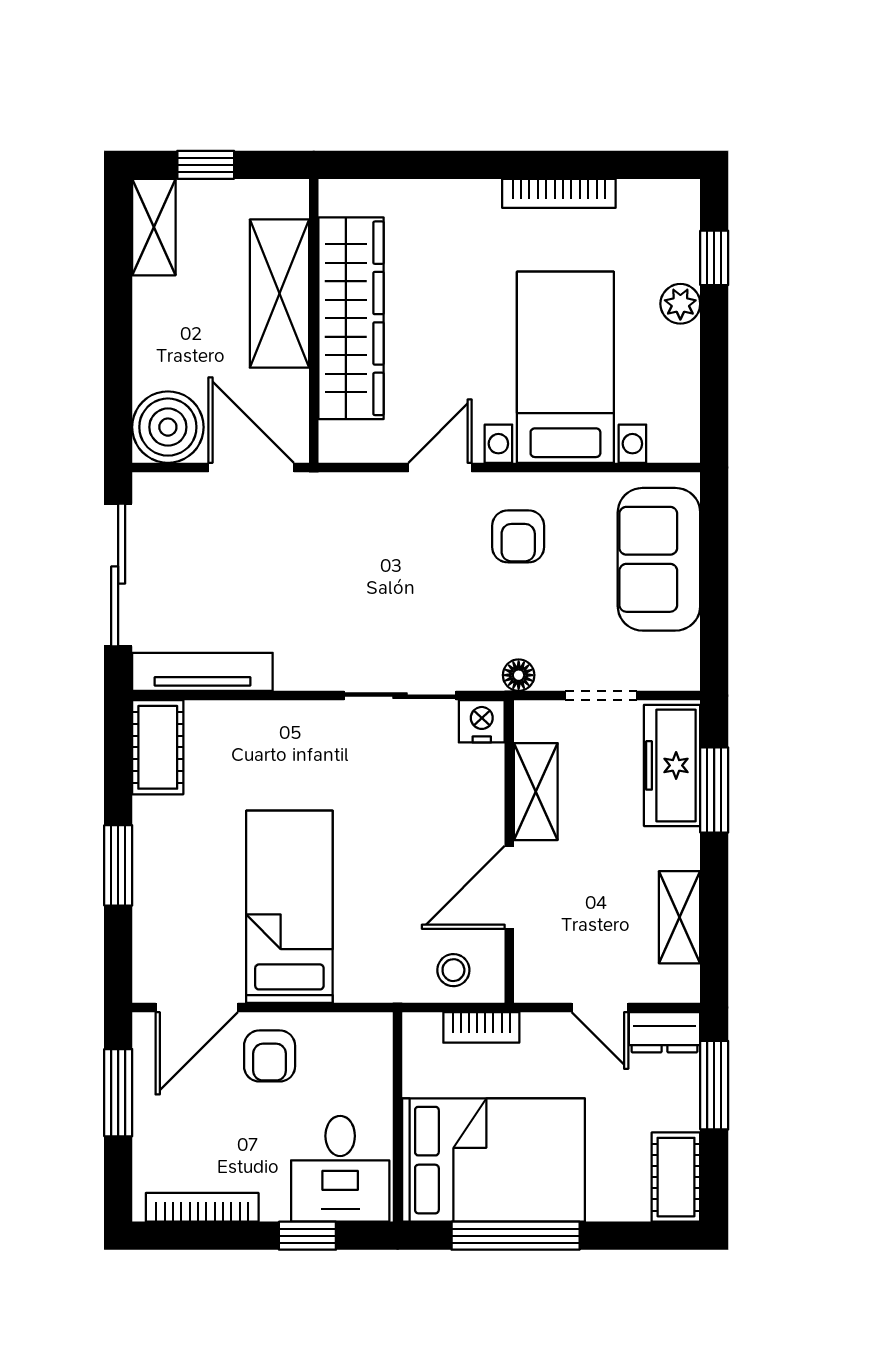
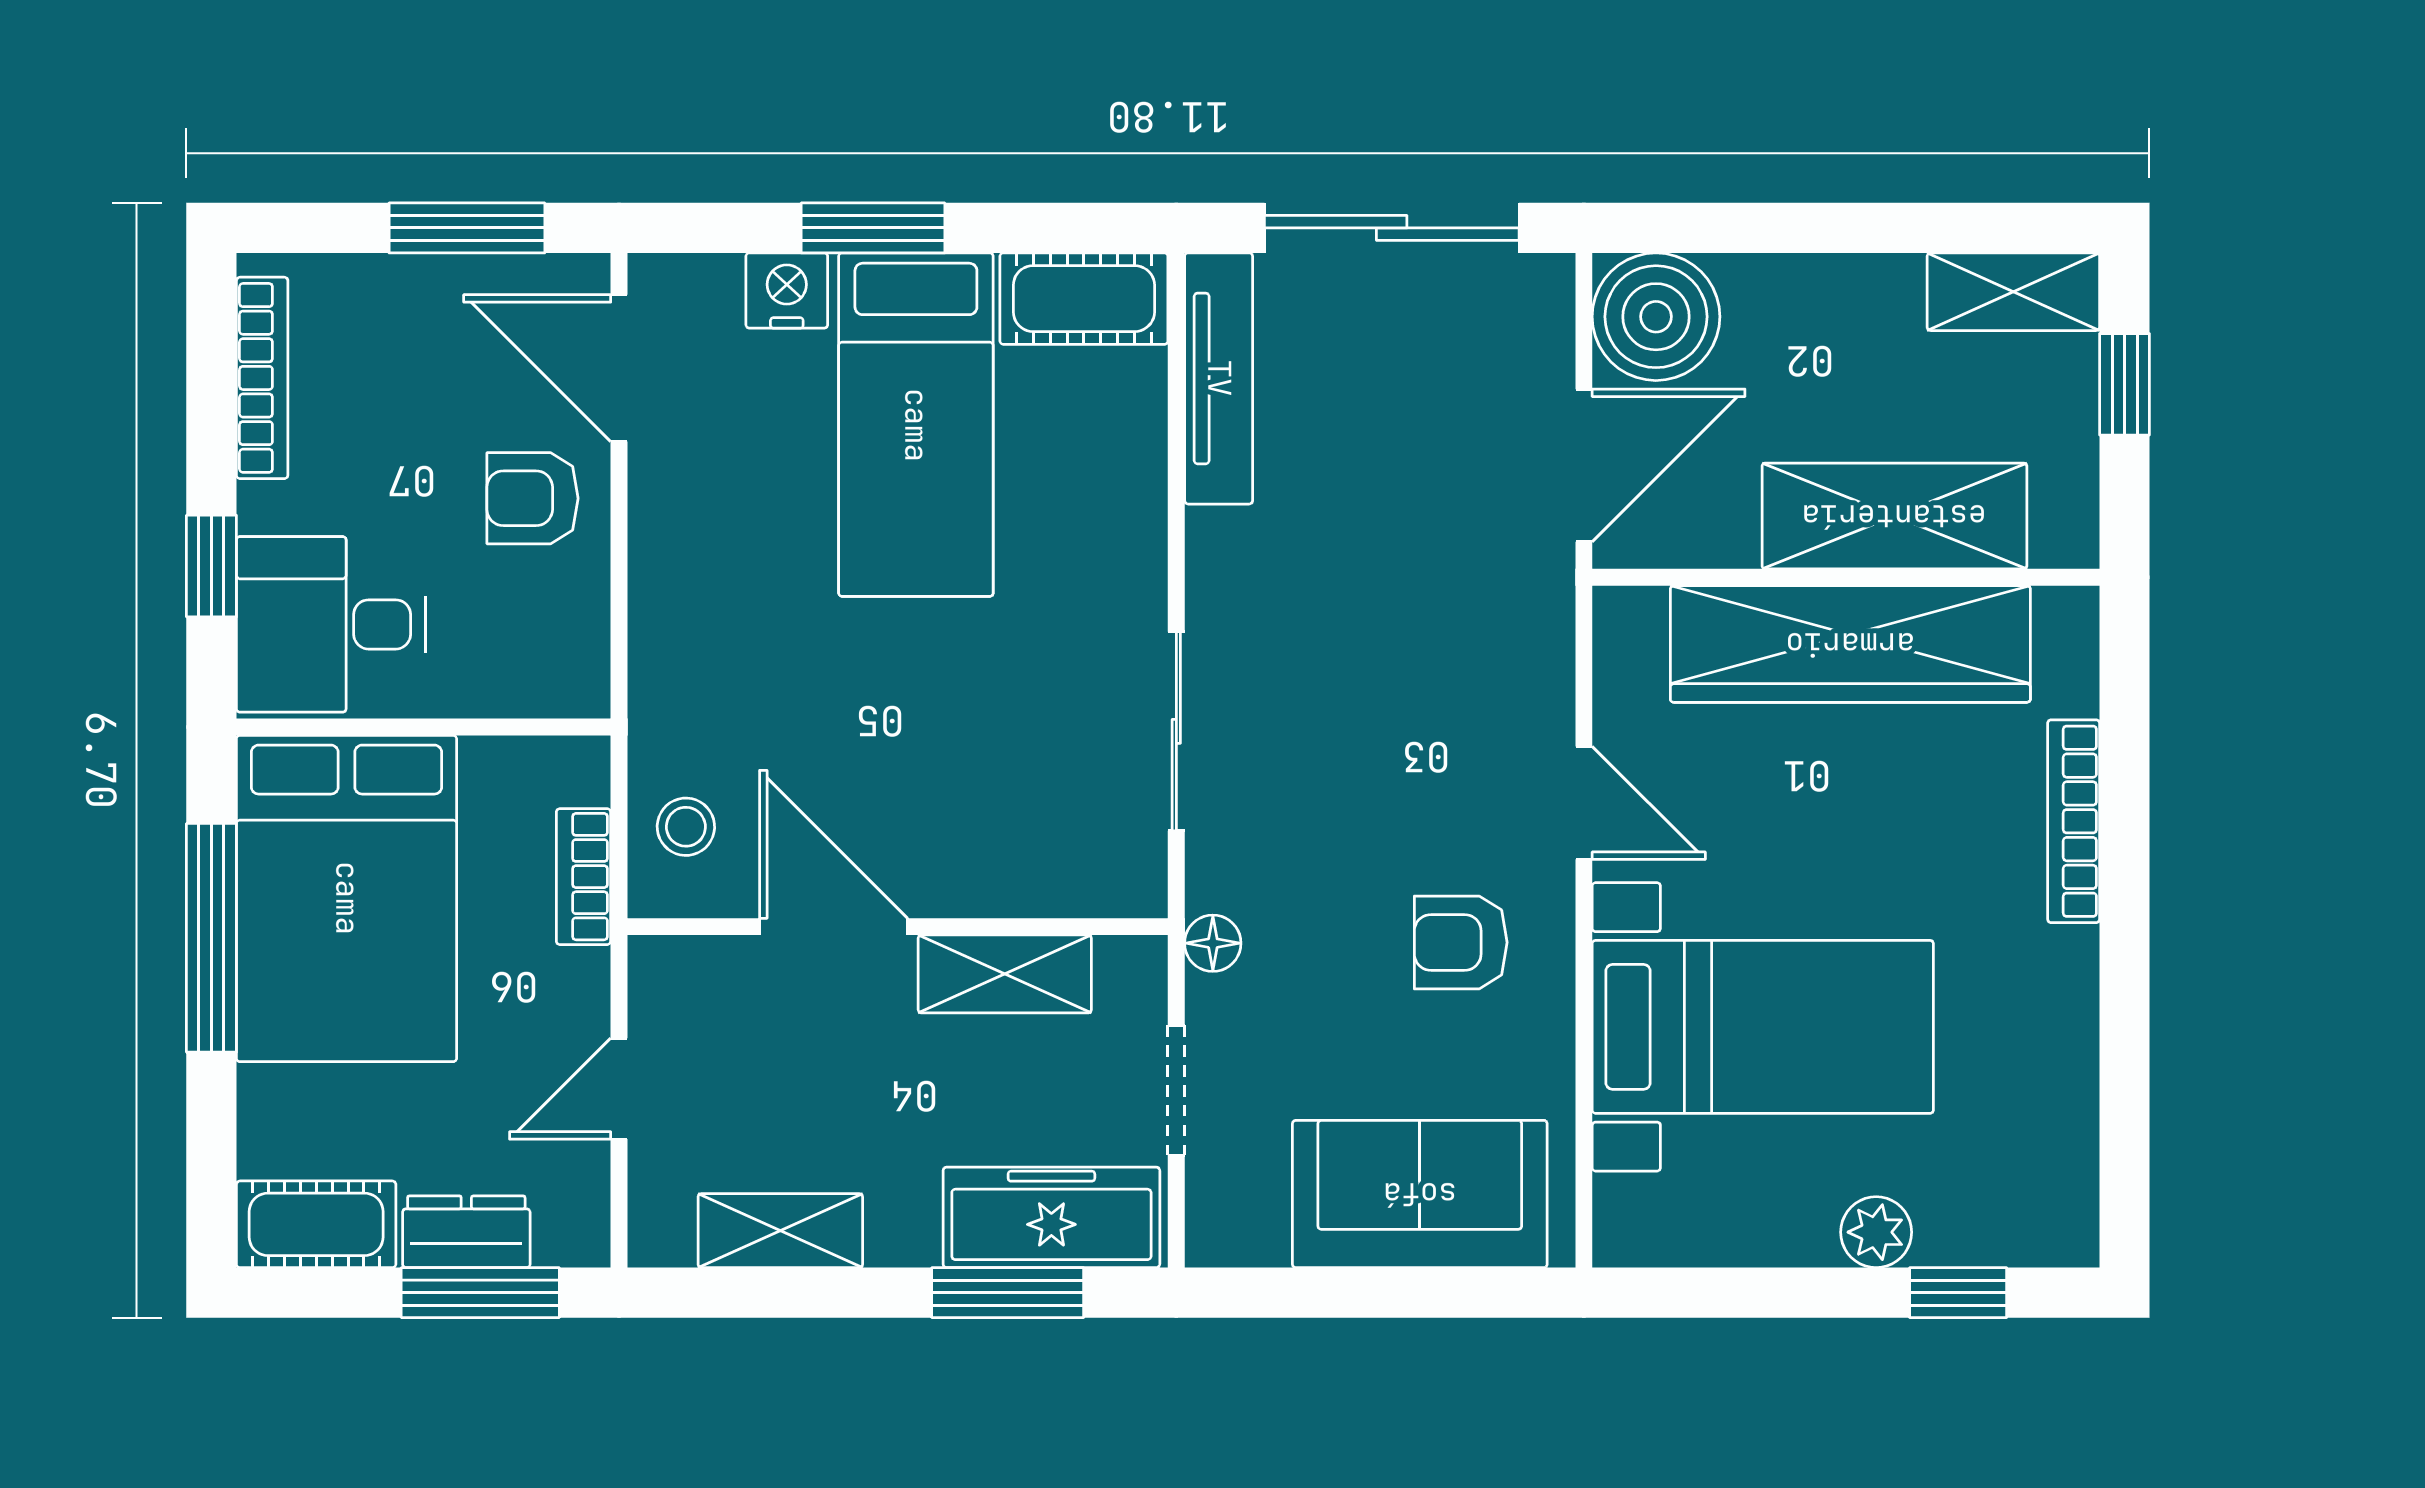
bookcase: (559, 193) -> (2074, 821), moved
nightstand: (482, 721) -> (787, 291), moved, turned -90
bed: (289, 907) -> (916, 425), moved, turned 90
dresser: (665, 1032) -> (466, 1232), moved, turned 90

